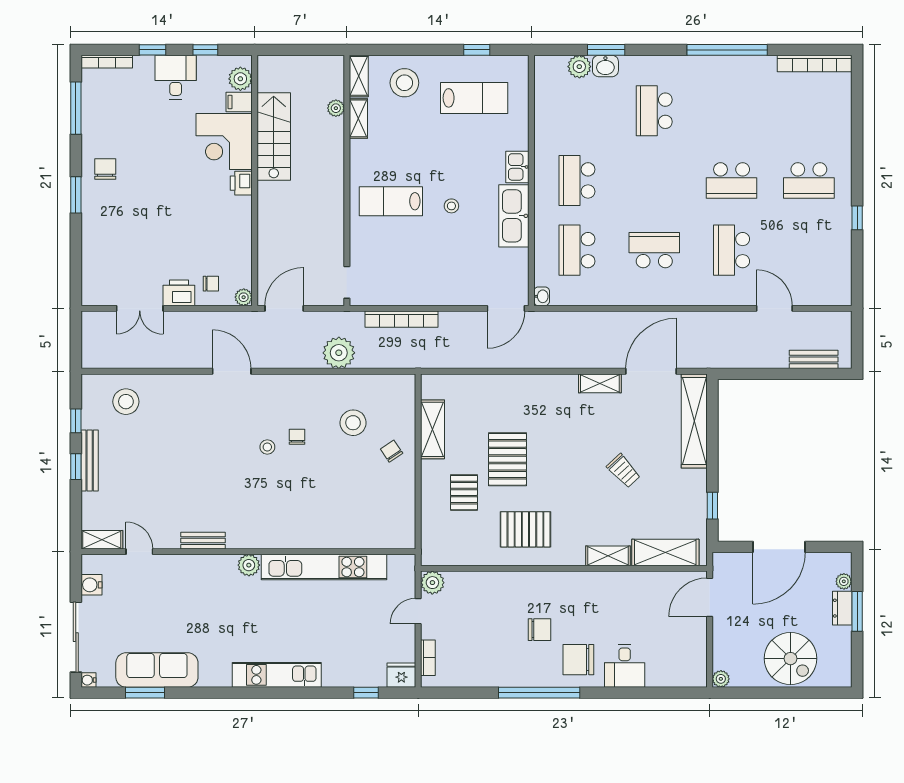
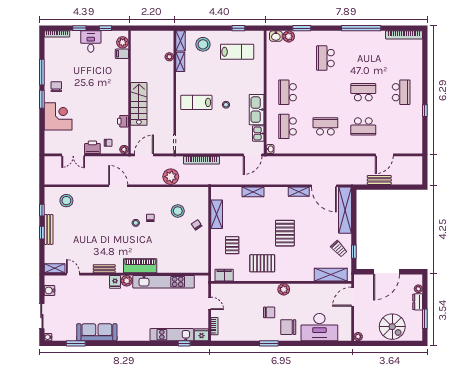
washbasin: (605, 66) -> (276, 36), moved
window: (76, 108) -> (42, 72), moved
stairs: (274, 136) -> (139, 104), moved
corner desk: (224, 141) -> (58, 116), moved, turned 180
kitchen sink: (517, 167) -> (258, 134), moved
school desk: (732, 180) -> (363, 92), turned 180
school desk: (809, 180) -> (401, 92), turned -90
printer: (241, 183) -> (123, 121), moved
school desk: (732, 250) -> (363, 126), turned -90
door: (774, 308) -> (384, 155), swing flipped
bench: (814, 359) -> (379, 180), moved
door: (651, 371) -> (324, 186), swing flipped
pallet: (507, 459) -> (285, 233), moved
trolley: (624, 471) -> (339, 249), moved
piano: (276, 534) -> (140, 266), added
filing cabinet: (448, 553) -> (224, 275), added
shelving: (608, 556) -> (253, 192), moved
fridge: (225, 567) -> (115, 282), added
plant: (432, 583) -> (284, 289), moved
door: (418, 611) -> (210, 303), swing flipped
window: (857, 611) -> (425, 319), moved
sliding door: (76, 637) -> (42, 316), width x0.73
desk: (625, 666) -> (319, 327), width x1.87, depth x1.30
sofa: (157, 670) -> (97, 332), moved
kitchen unit: (277, 675) -> (172, 335), moved
window: (539, 693) -> (269, 343), width x0.47

